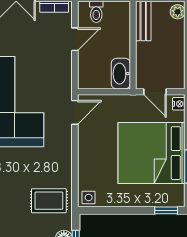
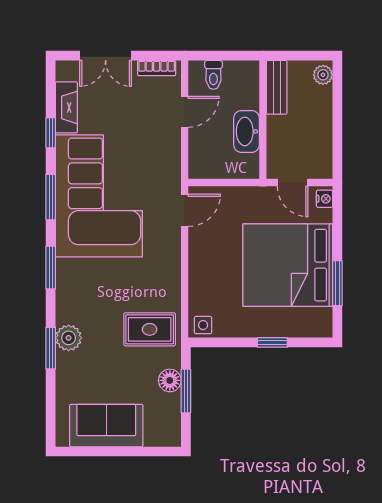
washbasin: (121, 74) -> (246, 131), moved
window: (166, 210) -> (272, 342), moved

